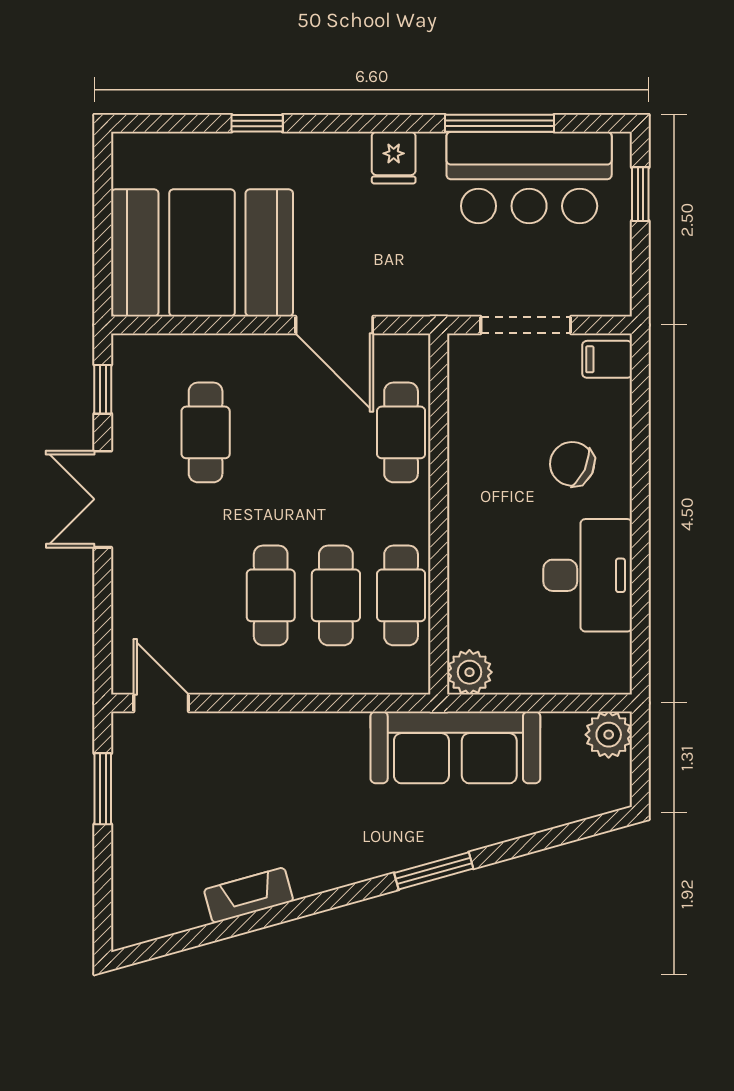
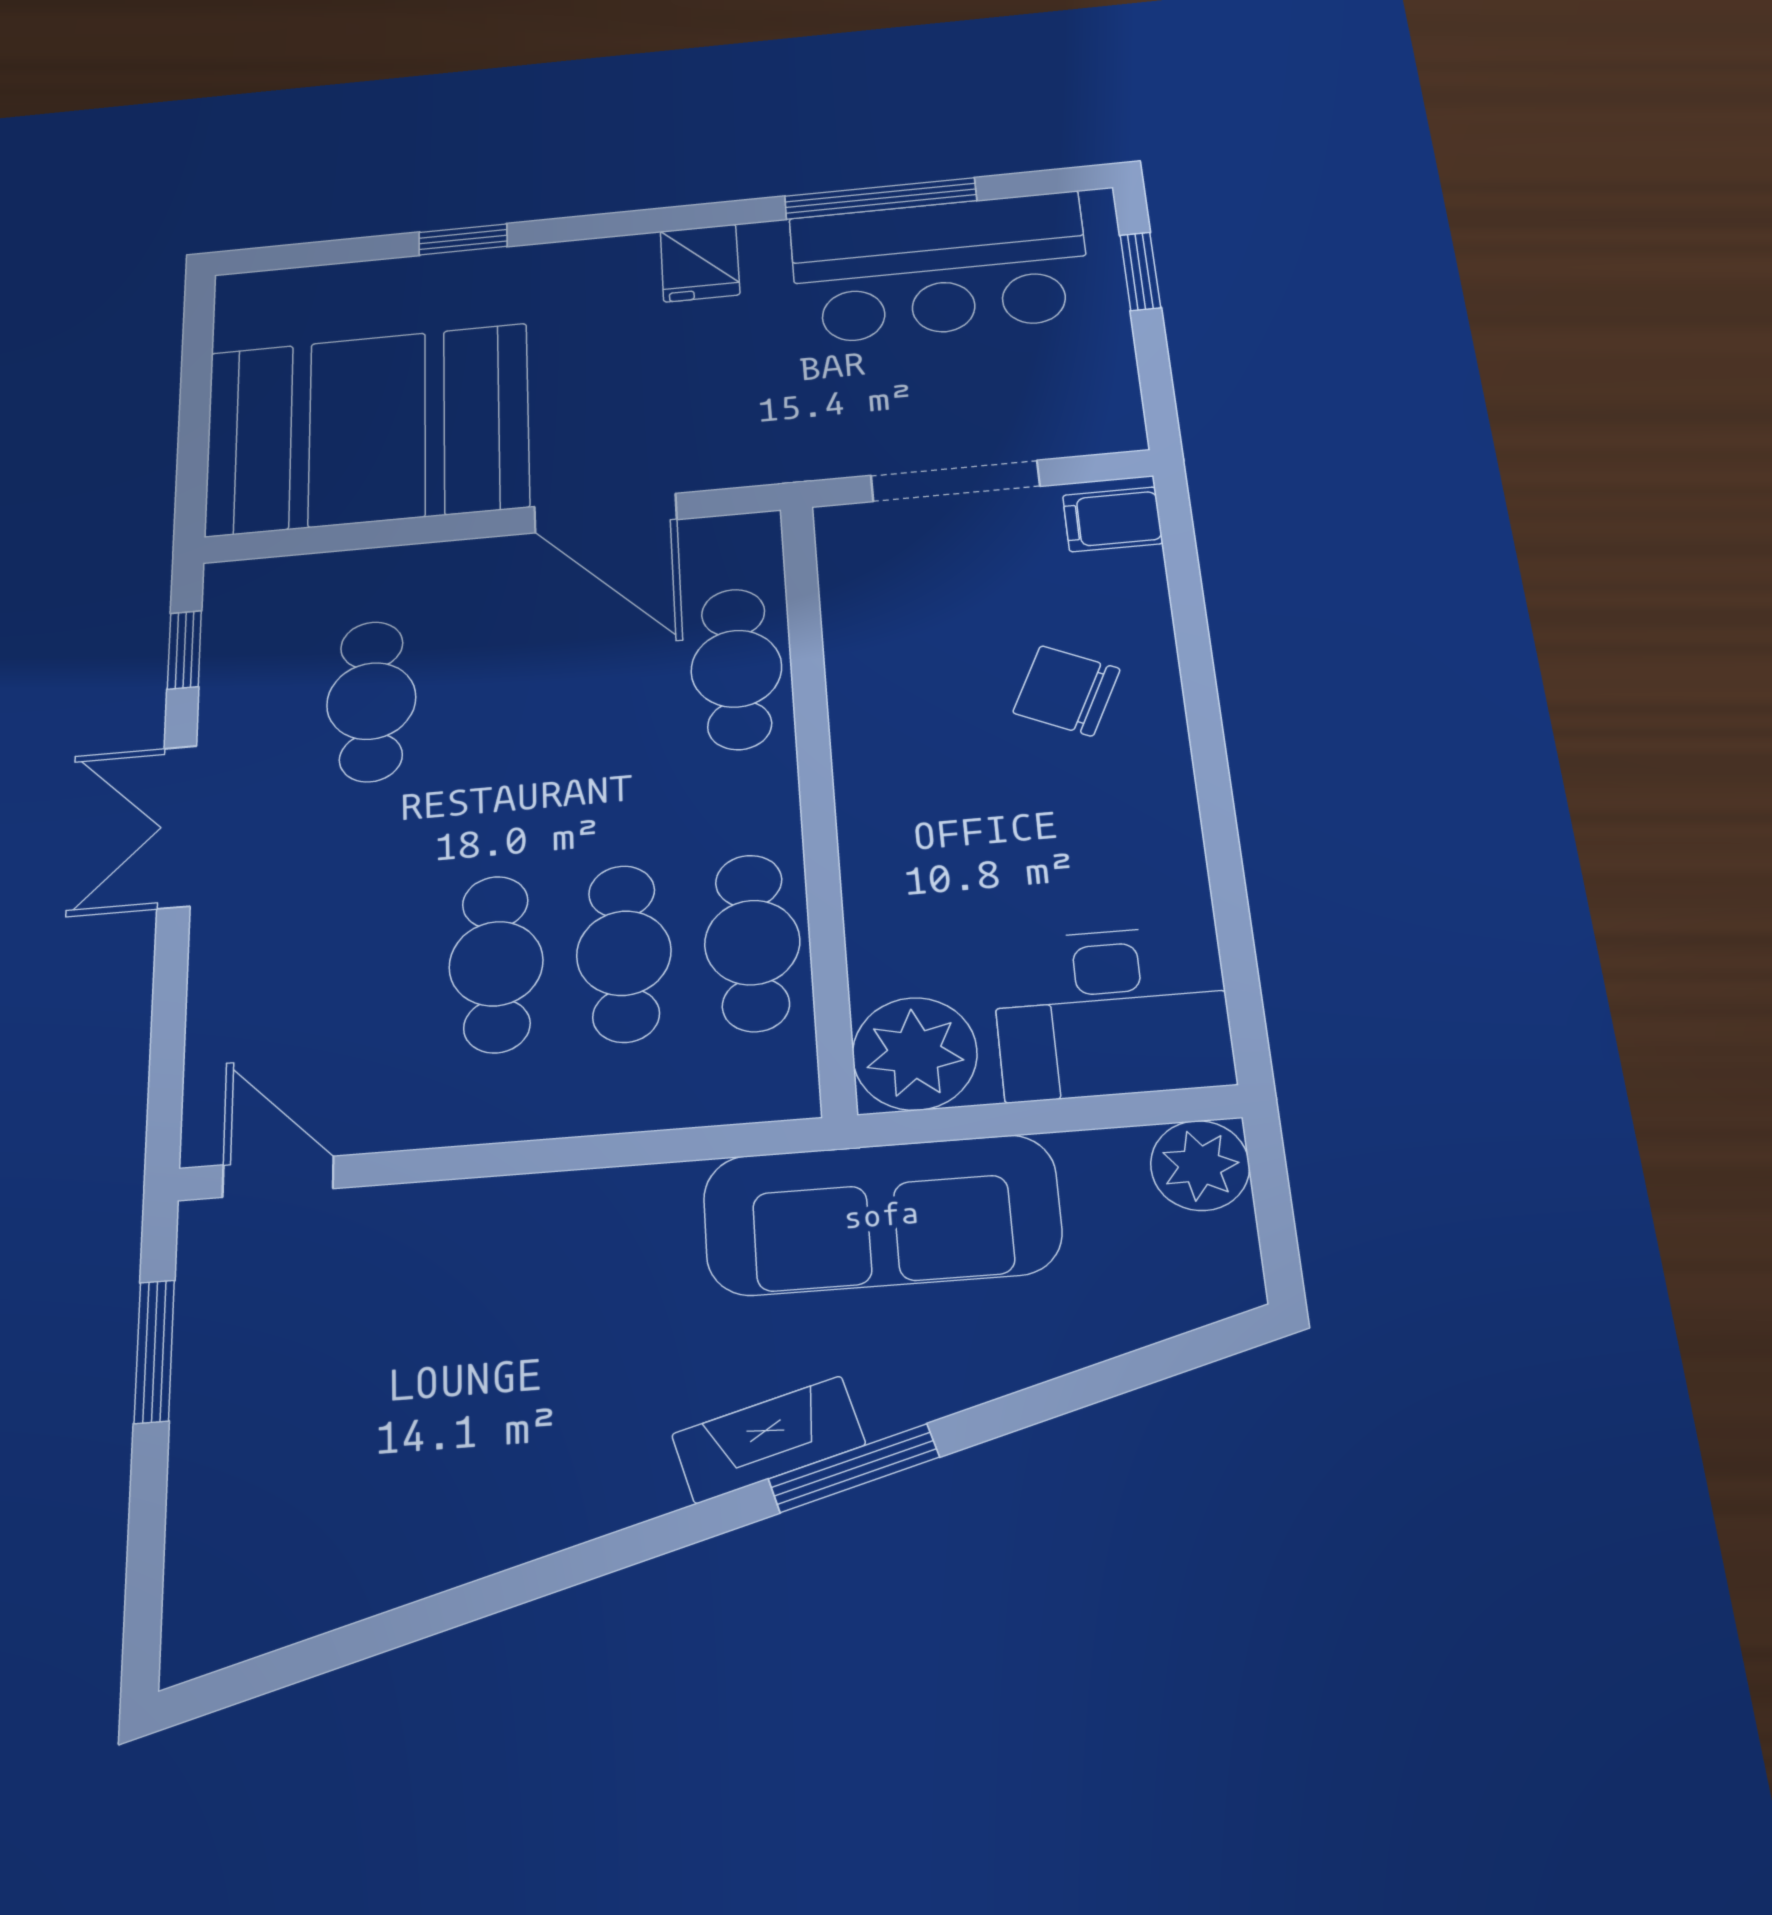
desk: (588, 575) -> (1112, 1012), moved, turned 90
plant: (469, 672) -> (915, 1054), width x1.36, depth x1.36
fireplace: (249, 895) -> (768, 1440), moved

